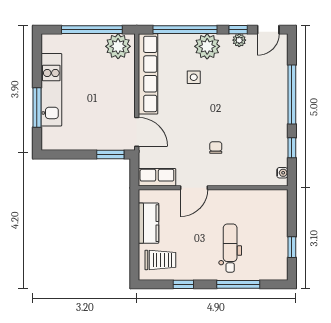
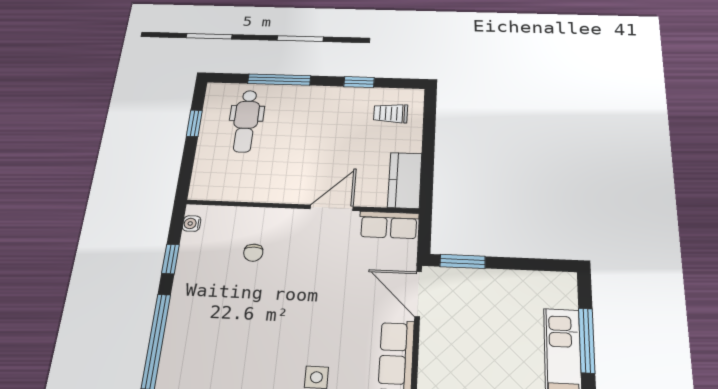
chair: (216, 148) -> (253, 253), moved
kitchen counter: (149, 223) -> (405, 180), moved
dental chair: (230, 248) -> (246, 121), moved
trolley: (160, 260) -> (391, 113), width x0.73, depth x0.72

